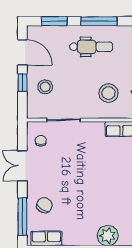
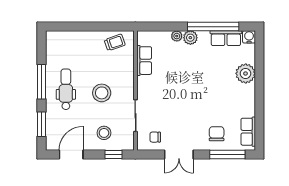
window: (22, 83) -> (114, 155), moved
stool: (108, 93) -> (102, 93), moved
chair: (44, 205) -> (217, 134), turned 60

